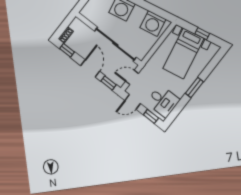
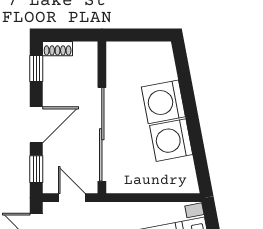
washing machine: (153, 23) -> (171, 140), moved

